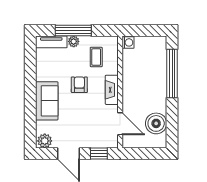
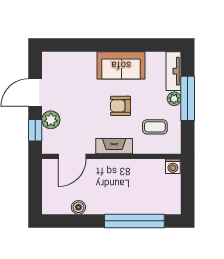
armchair: (79, 85) -> (120, 106), turned 180
sofa: (47, 101) -> (121, 65), moved
boiler: (156, 123) -> (78, 207), width x0.54, depth x0.54
plant: (45, 141) -> (51, 120), moved

